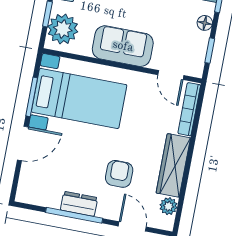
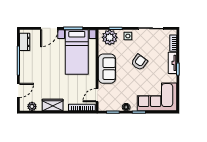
door: (23, 143) -> (49, 28), hinge flipped
wardrobe: (173, 165) -> (53, 105), width x0.67
armchair: (119, 174) -> (43, 79), removed
dresser: (79, 204) -> (25, 42), moved

